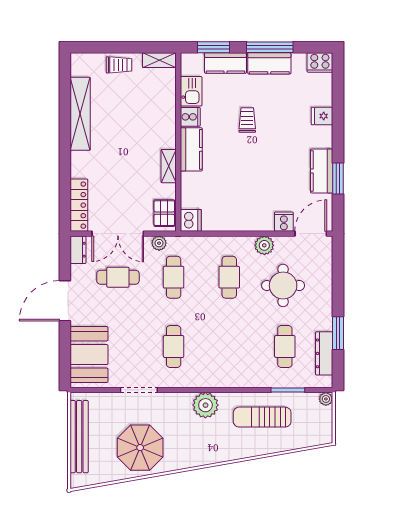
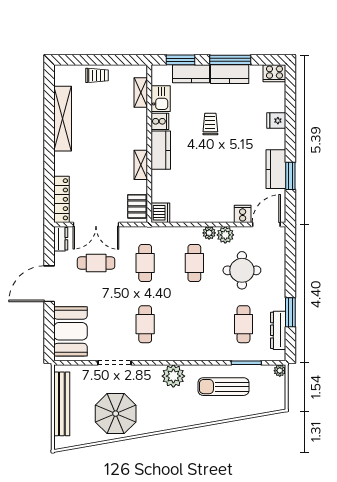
shelving: (159, 60) -> (141, 93), moved, turned 90
plant: (159, 243) -> (209, 233), moved

